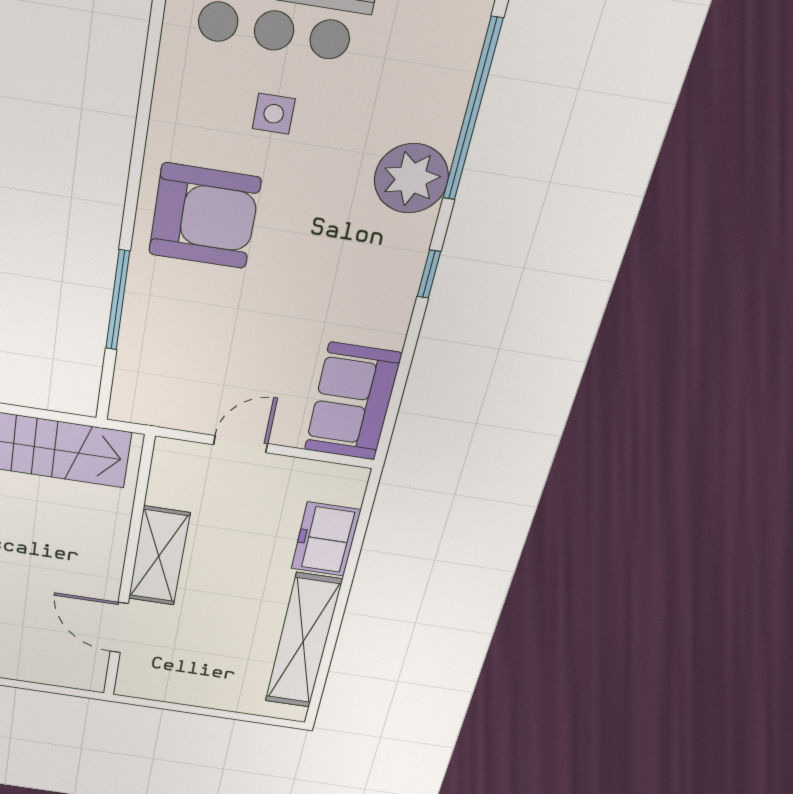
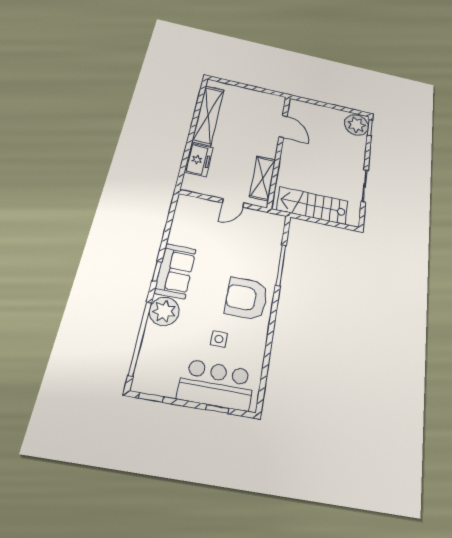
sofa: (352, 402) -> (175, 271), moved
shelving: (159, 556) -> (263, 178), moved

